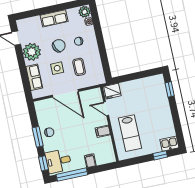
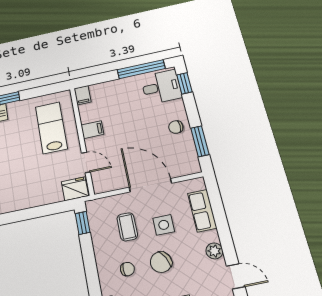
plant: (32, 52) -> (214, 251), width x0.53, depth x0.53
window: (106, 69) -> (83, 223), added
window: (38, 137) -> (200, 141), moved
filing cabinet: (90, 161) -> (83, 95), moved

